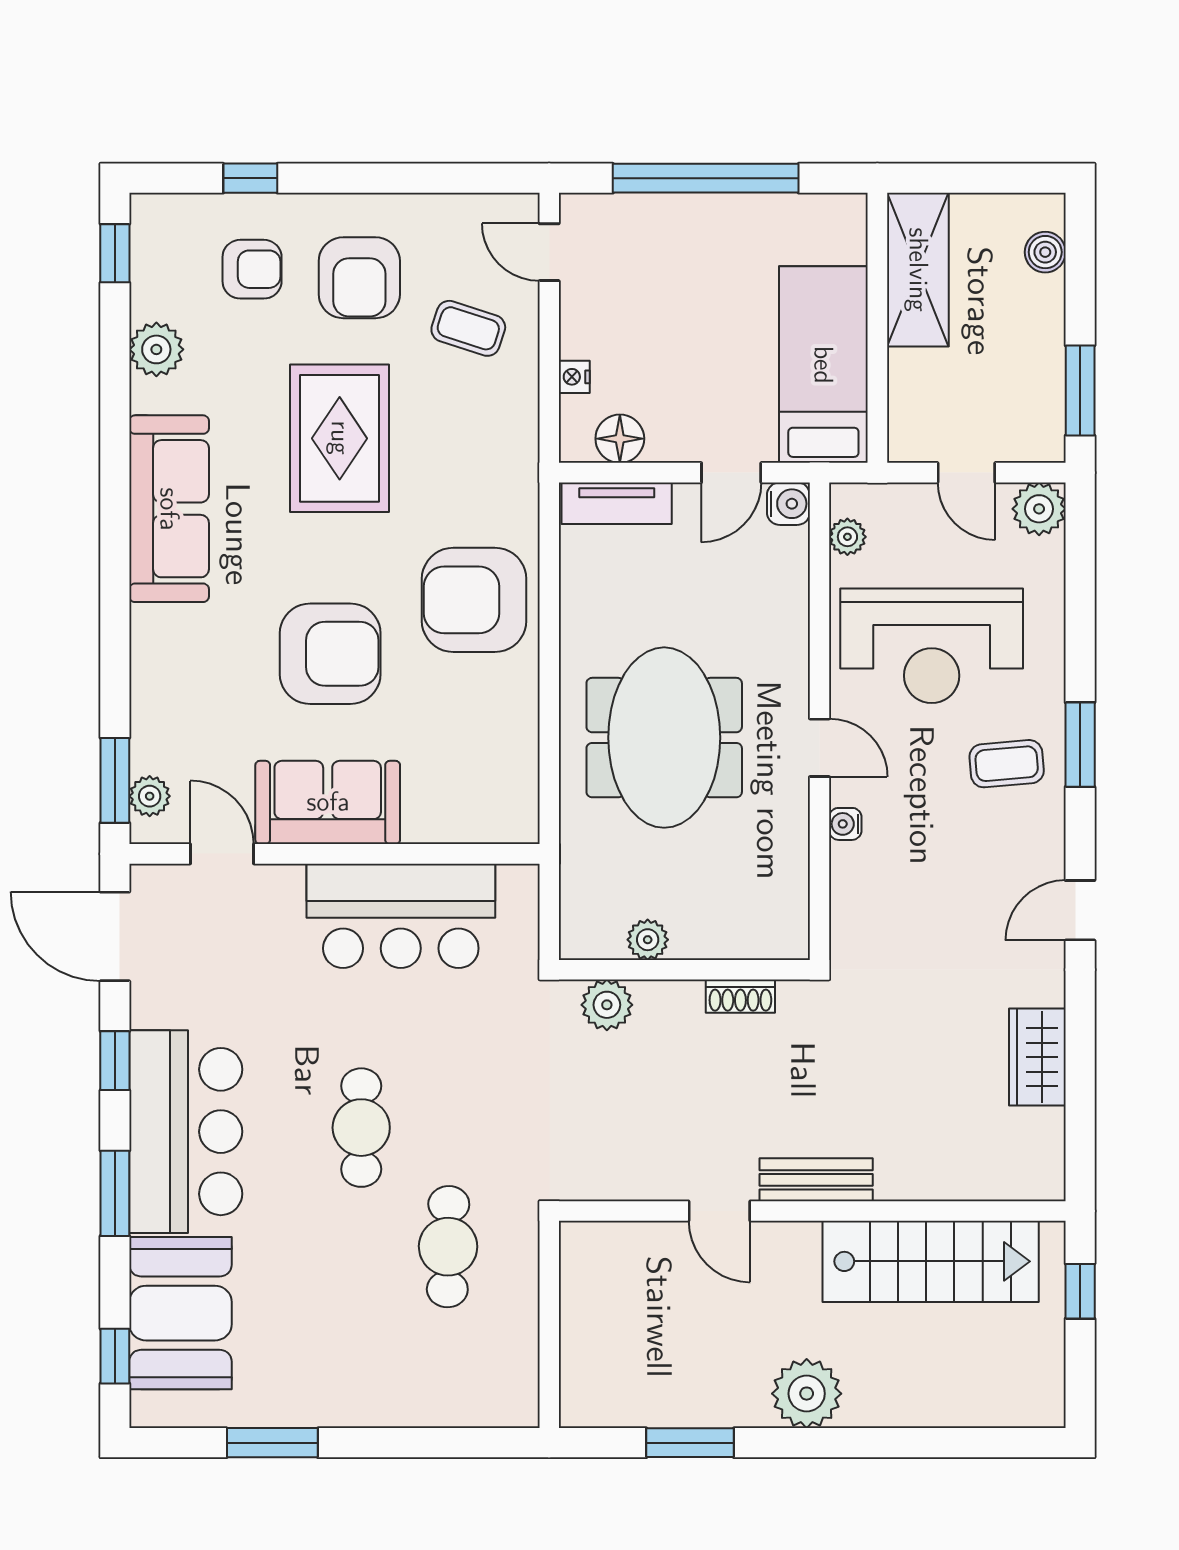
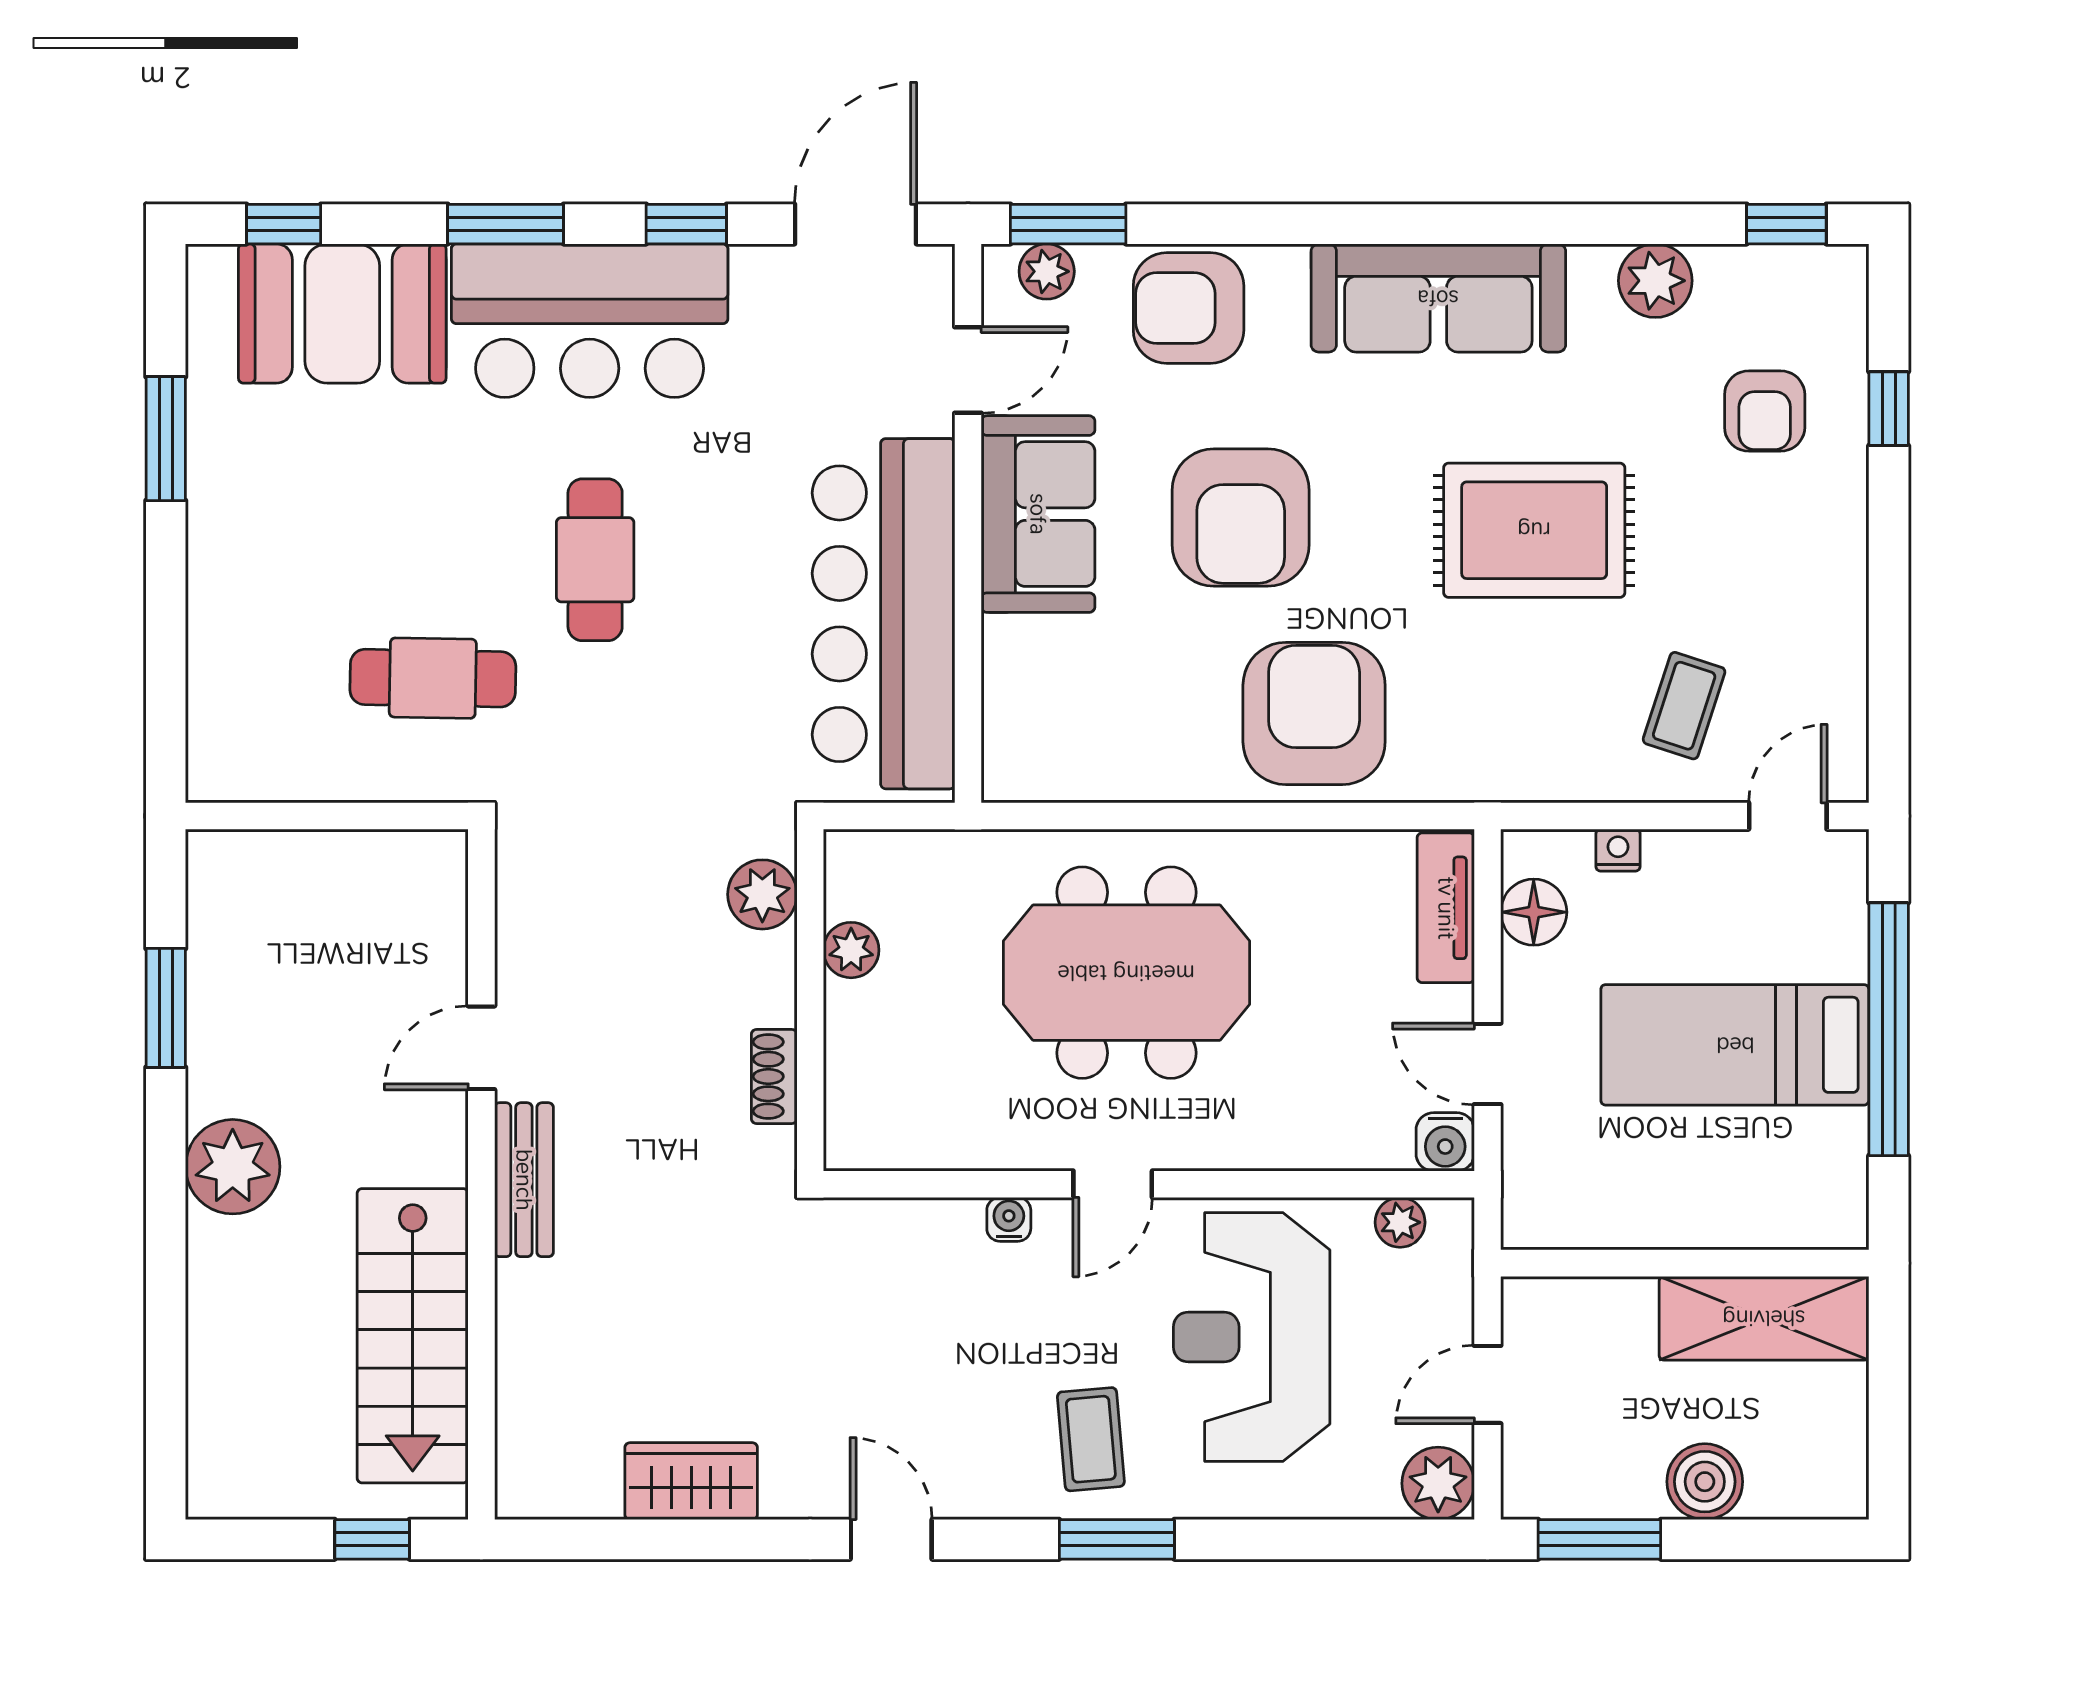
boiler: (1045, 252) -> (1705, 1482), moved, width x1.36, depth x1.36
armchair: (359, 278) -> (1189, 308), moved
bed: (823, 365) -> (1735, 1045), moved, turned 180
bar counter: (401, 916) -> (884, 614), width x1.36
cafe table: (361, 1128) -> (595, 560), turned 90

